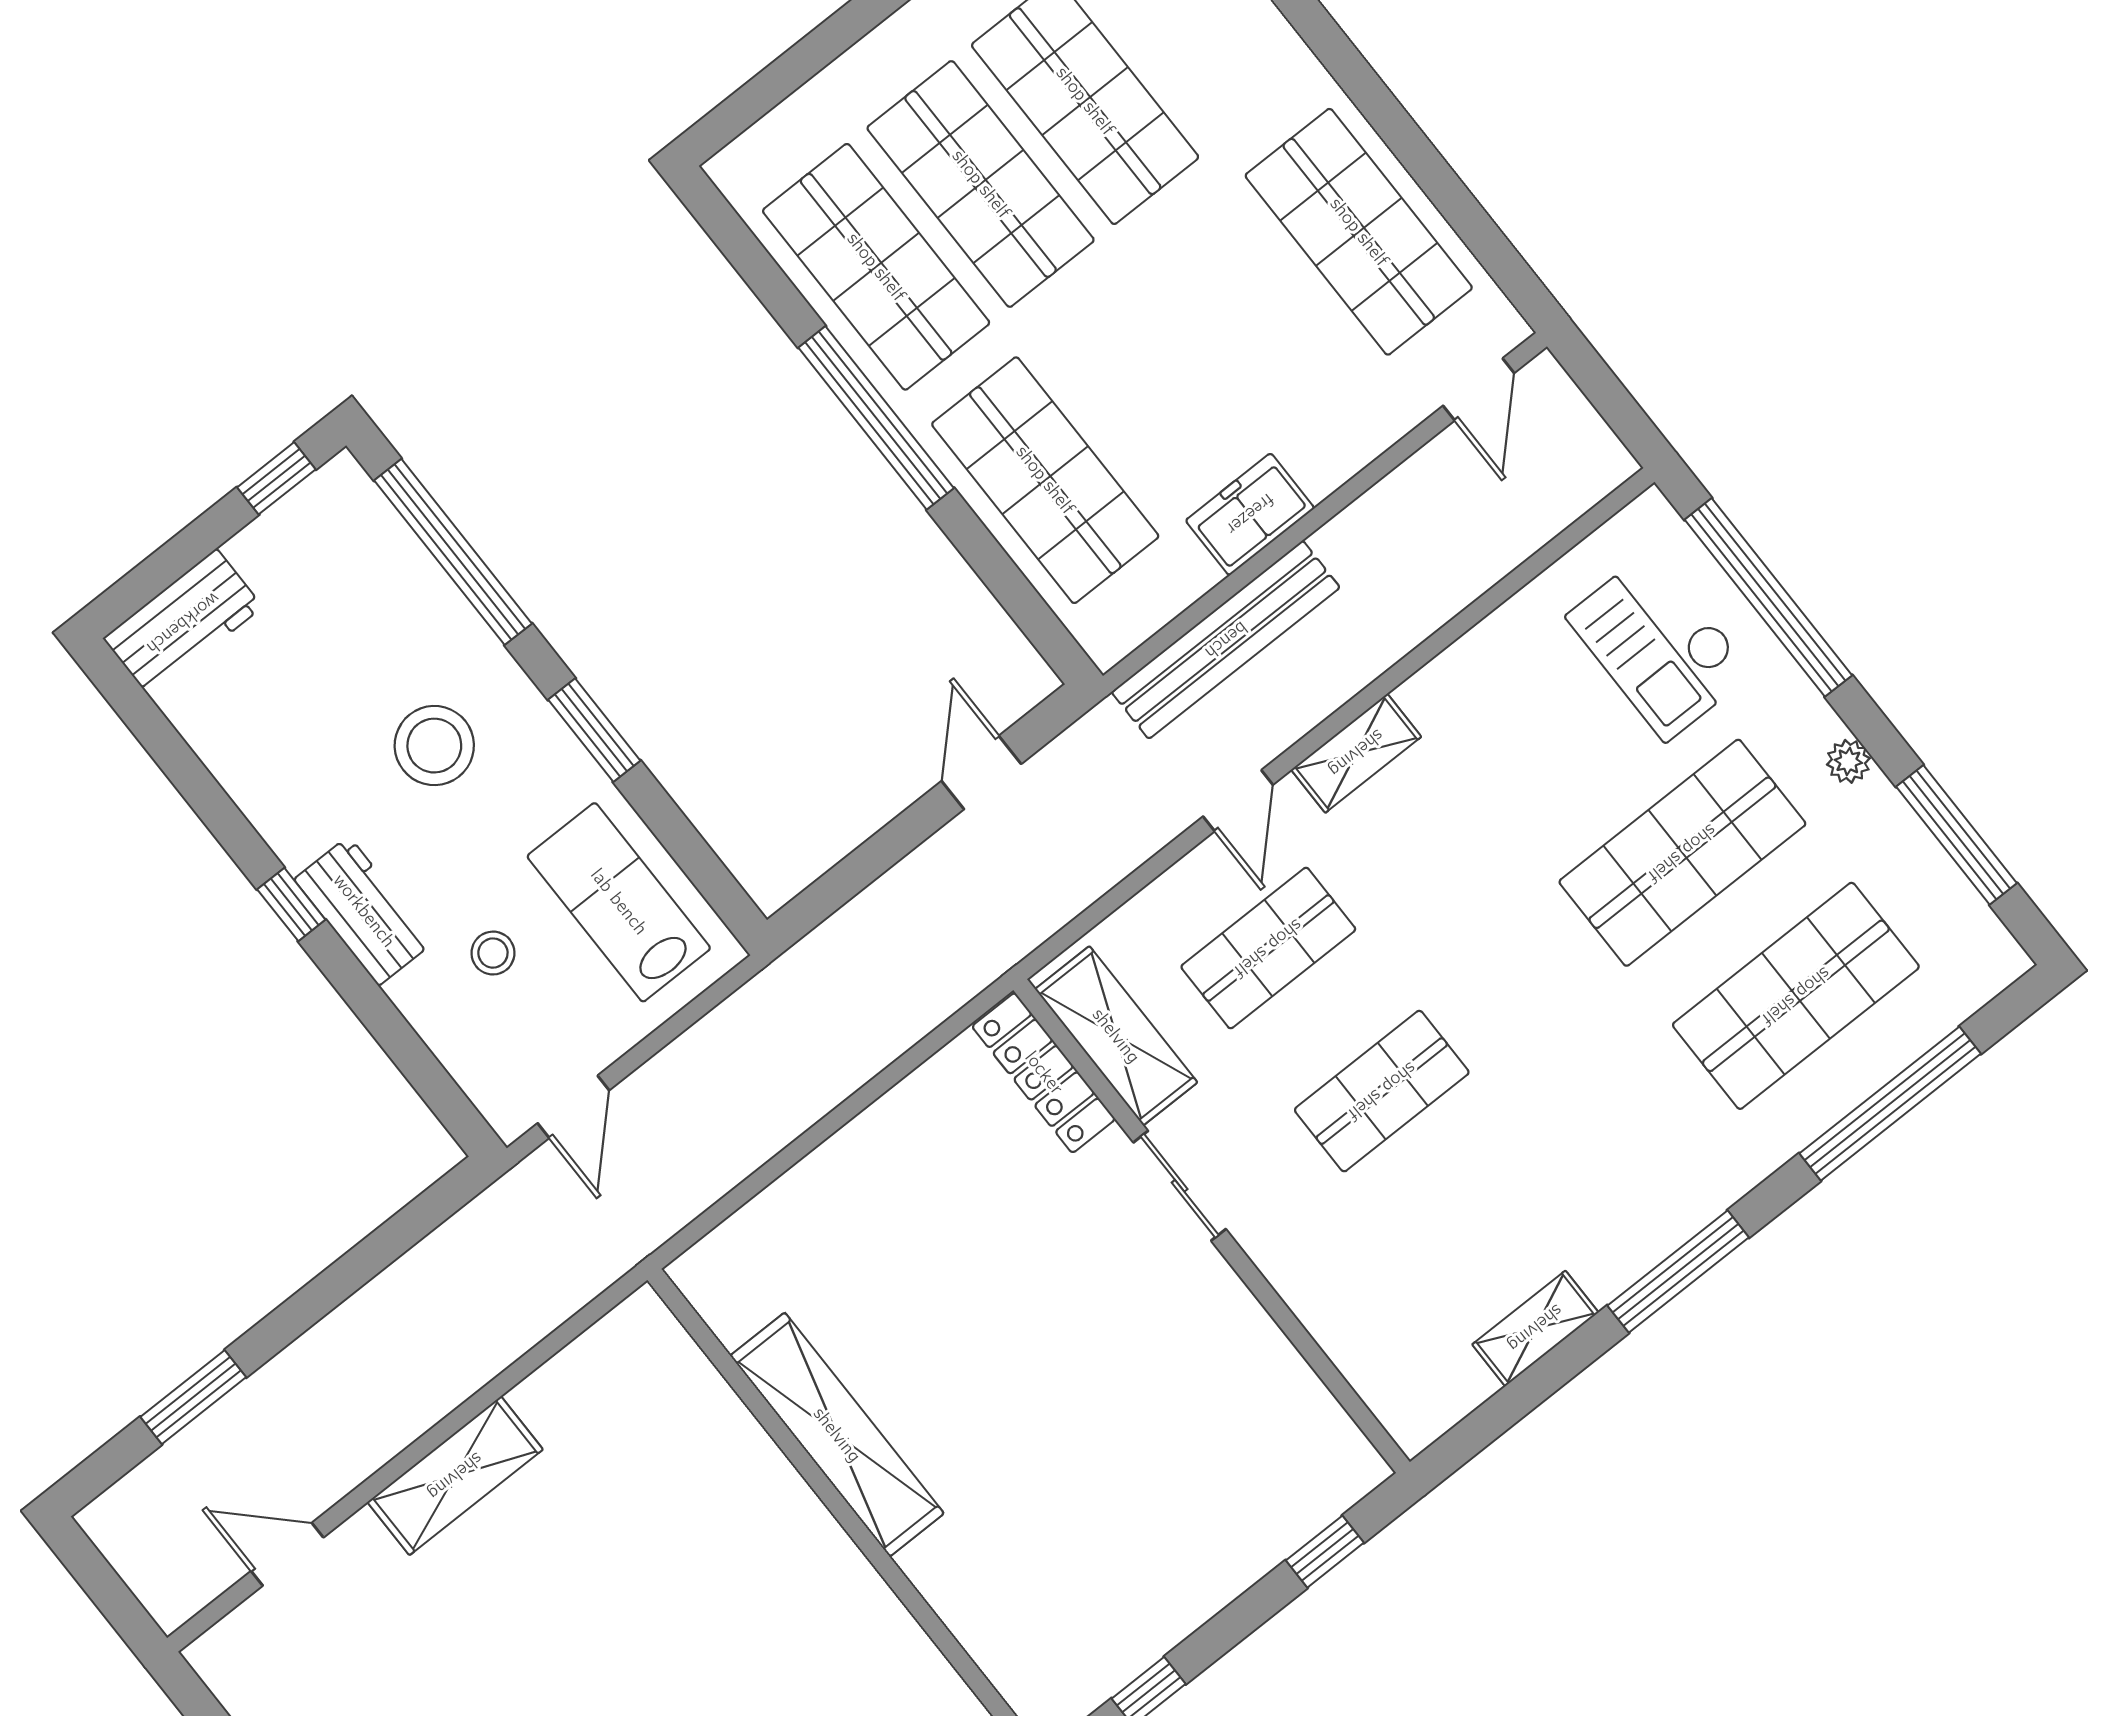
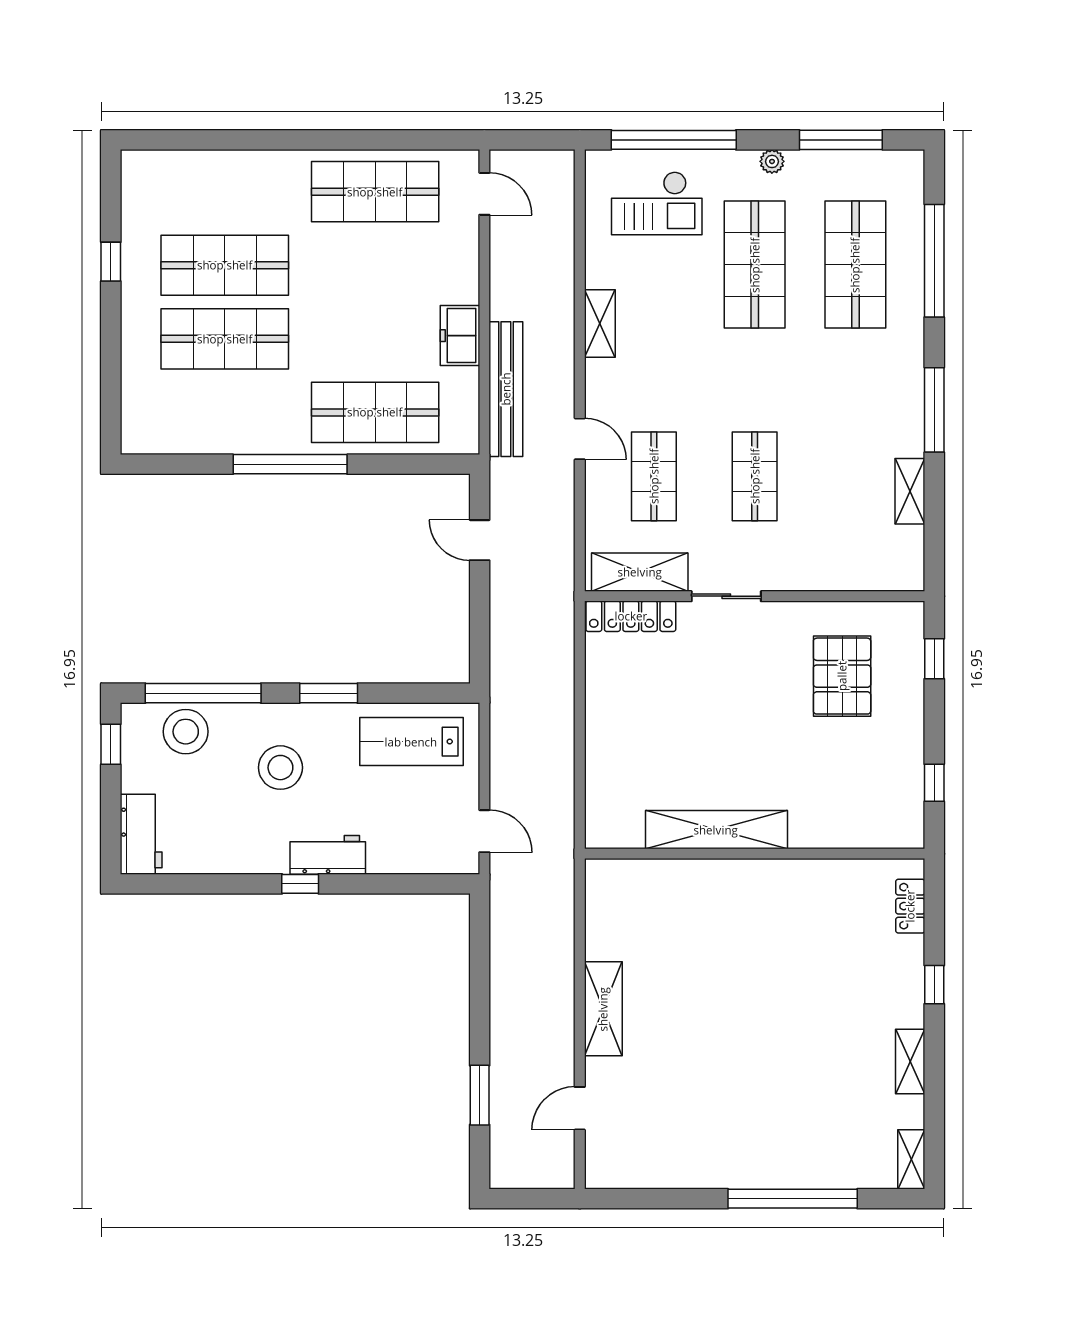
shop shelf: (876, 267) -> (225, 412), removed
shelving: (1356, 753) -> (600, 324), moved
stool: (493, 953) -> (186, 732), moved, width x1.89, depth x1.89
pallet: (1196, 1440) -> (842, 676), added

